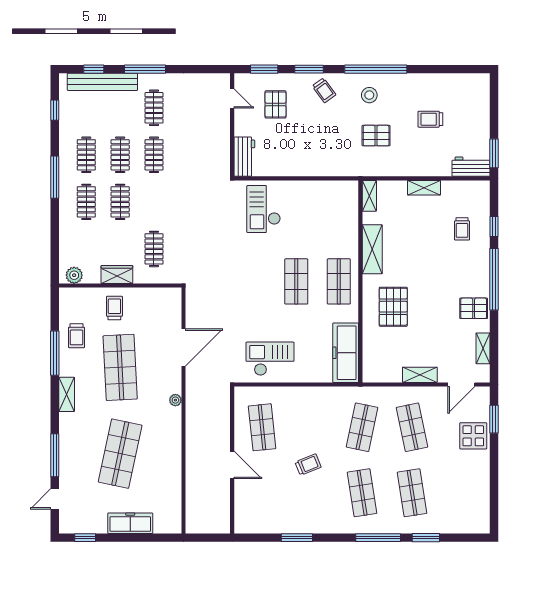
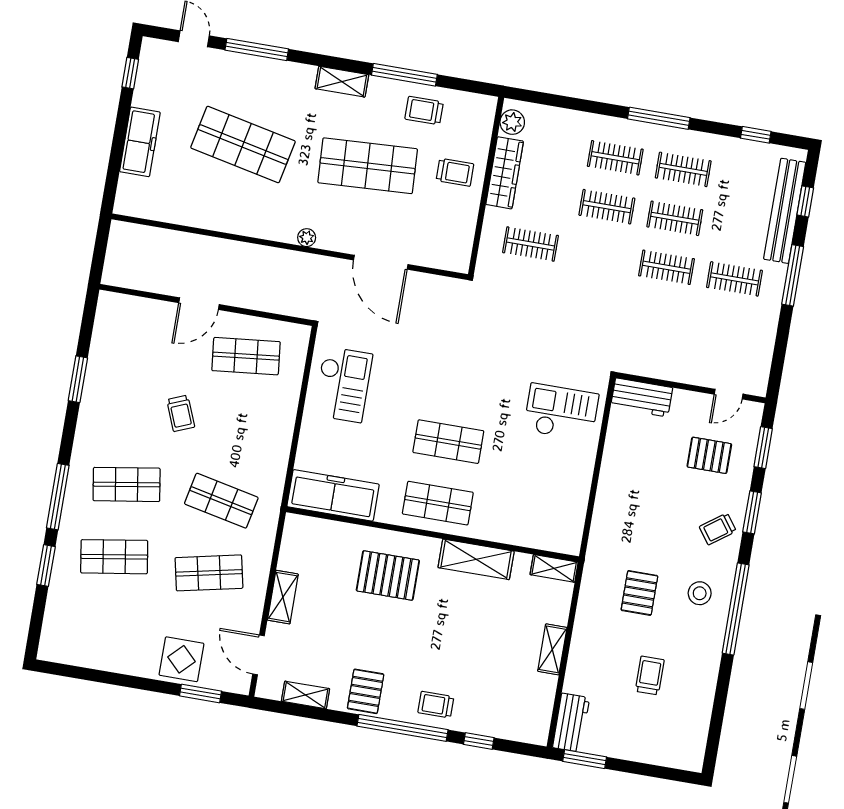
trolley: (462, 229) -> (436, 705), moved
wardrobe: (117, 274) -> (505, 173), width x1.50

